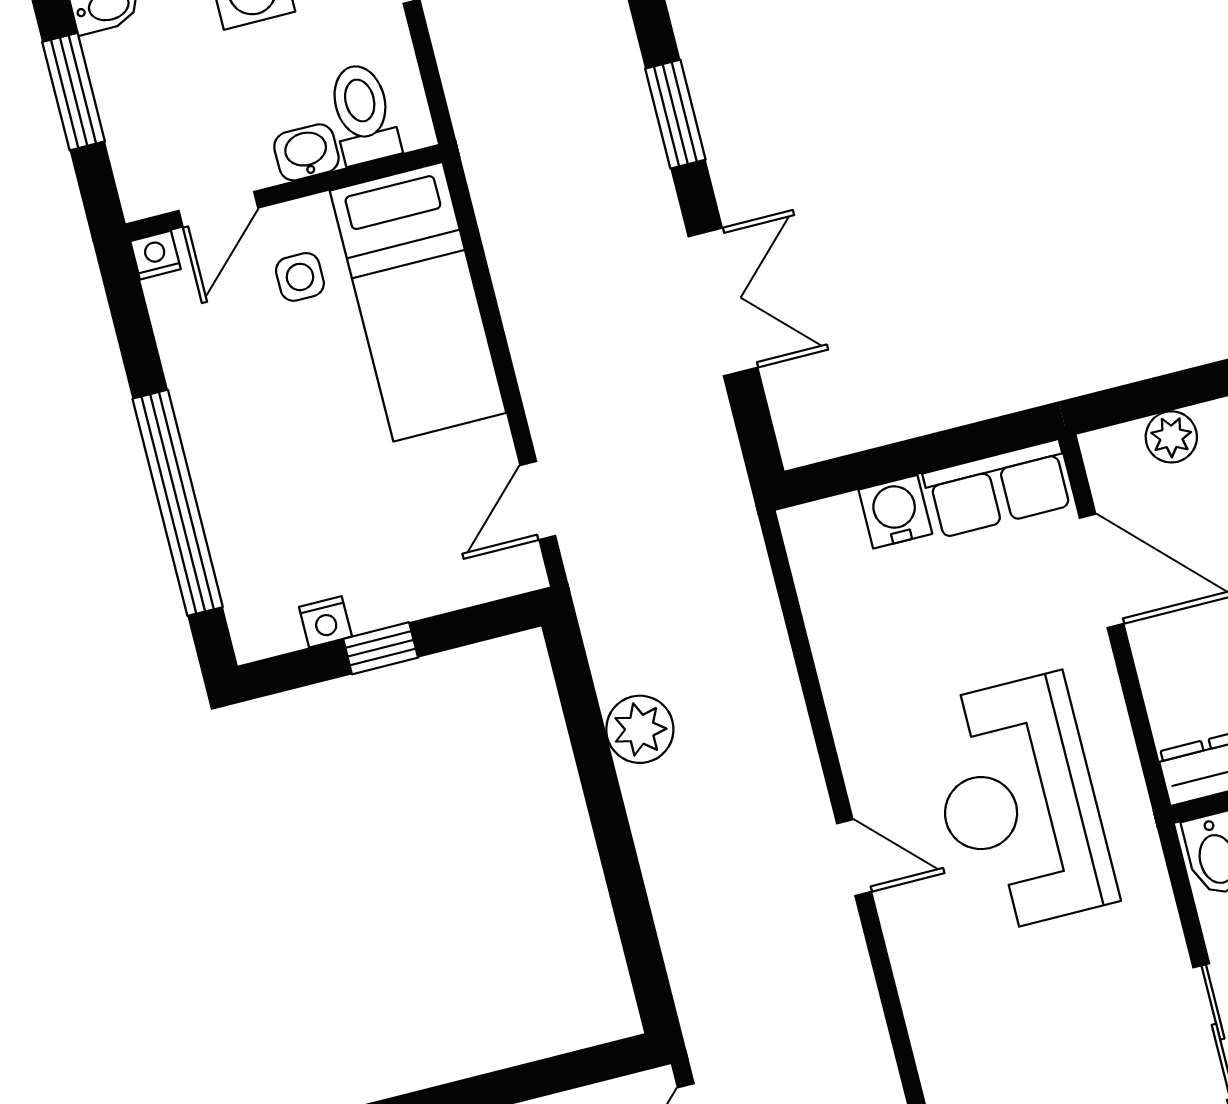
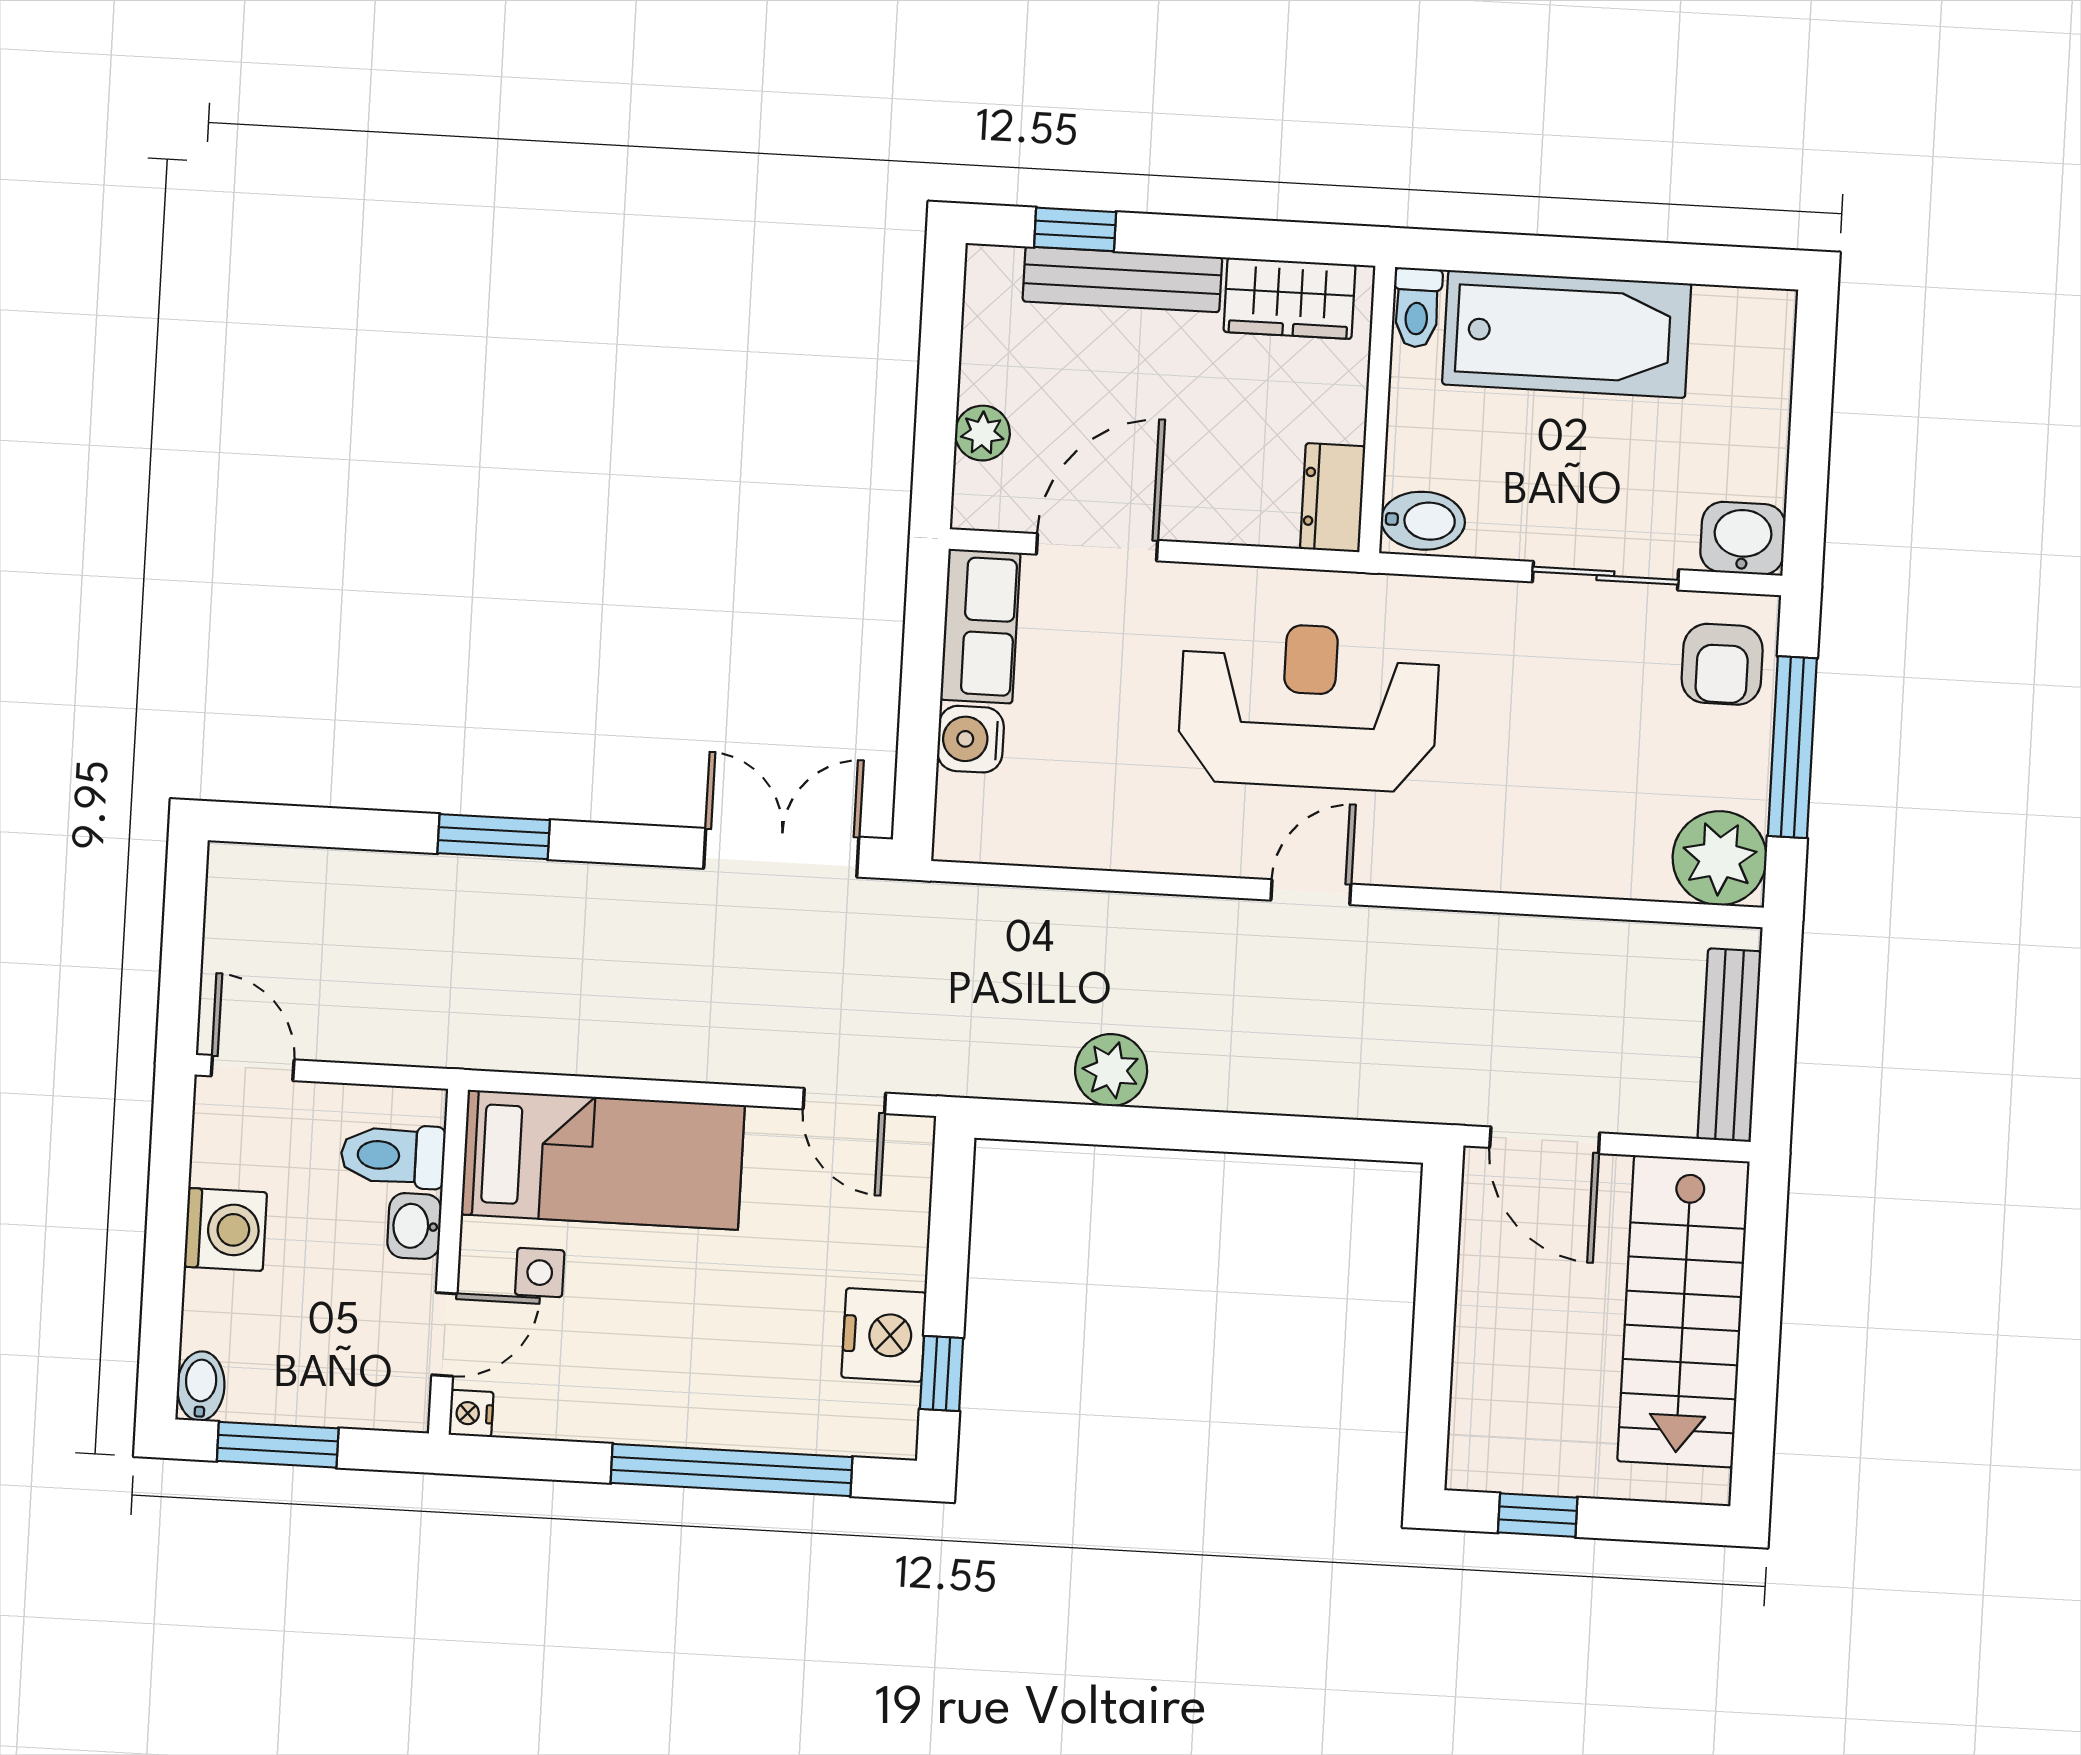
door: (218, 209) -> (444, 1334), hinge flipped
double door: (723, 302) -> (781, 853), moved
nightstand: (325, 622) -> (884, 1335), width x1.89, depth x1.79
window: (381, 648) -> (942, 1374), moved
reception desk: (1019, 804) -> (1308, 706), turned 180

